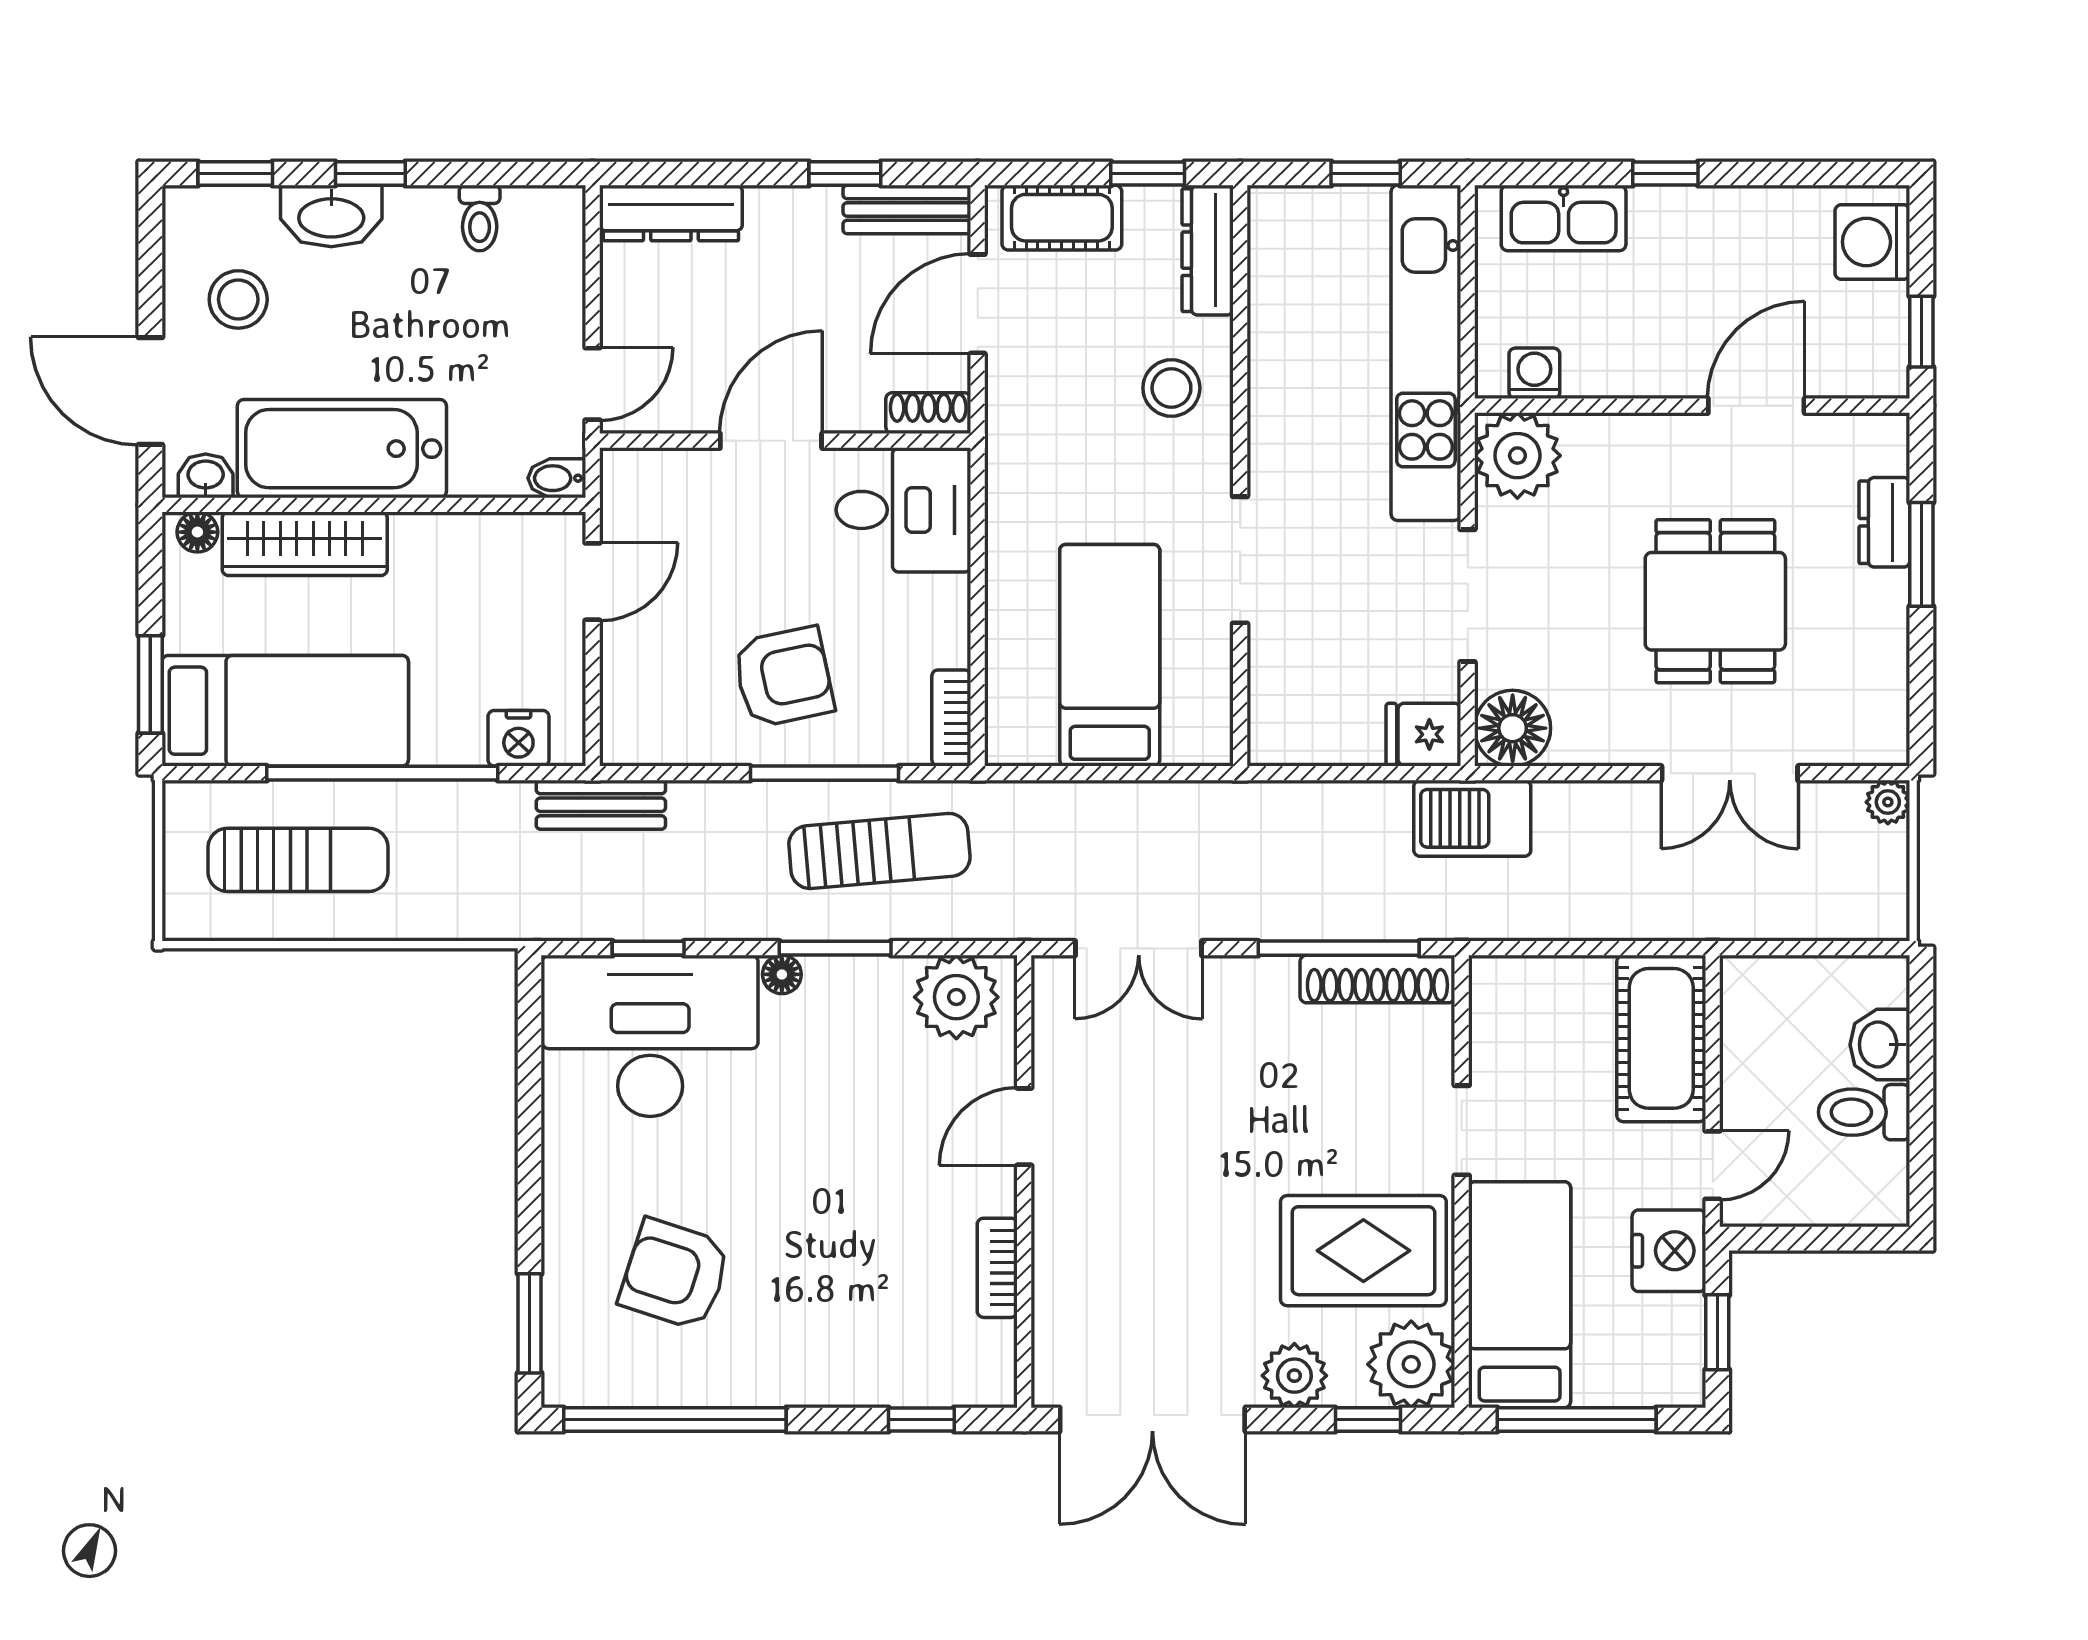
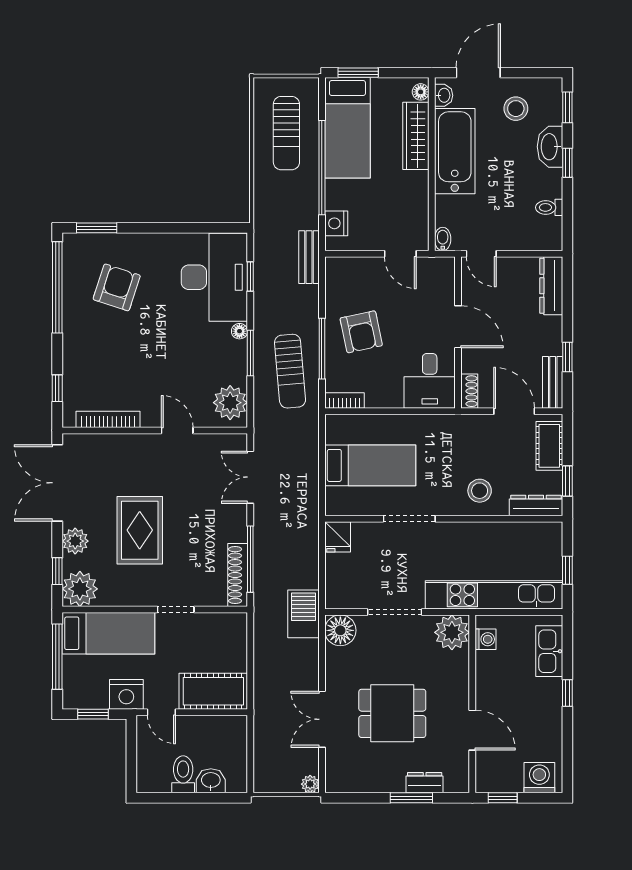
fridge: (1423, 734) -> (338, 537), moved, turned 180
rug: (1363, 1251) -> (140, 530), moved
bookcase: (997, 1268) -> (108, 419), width x1.56

